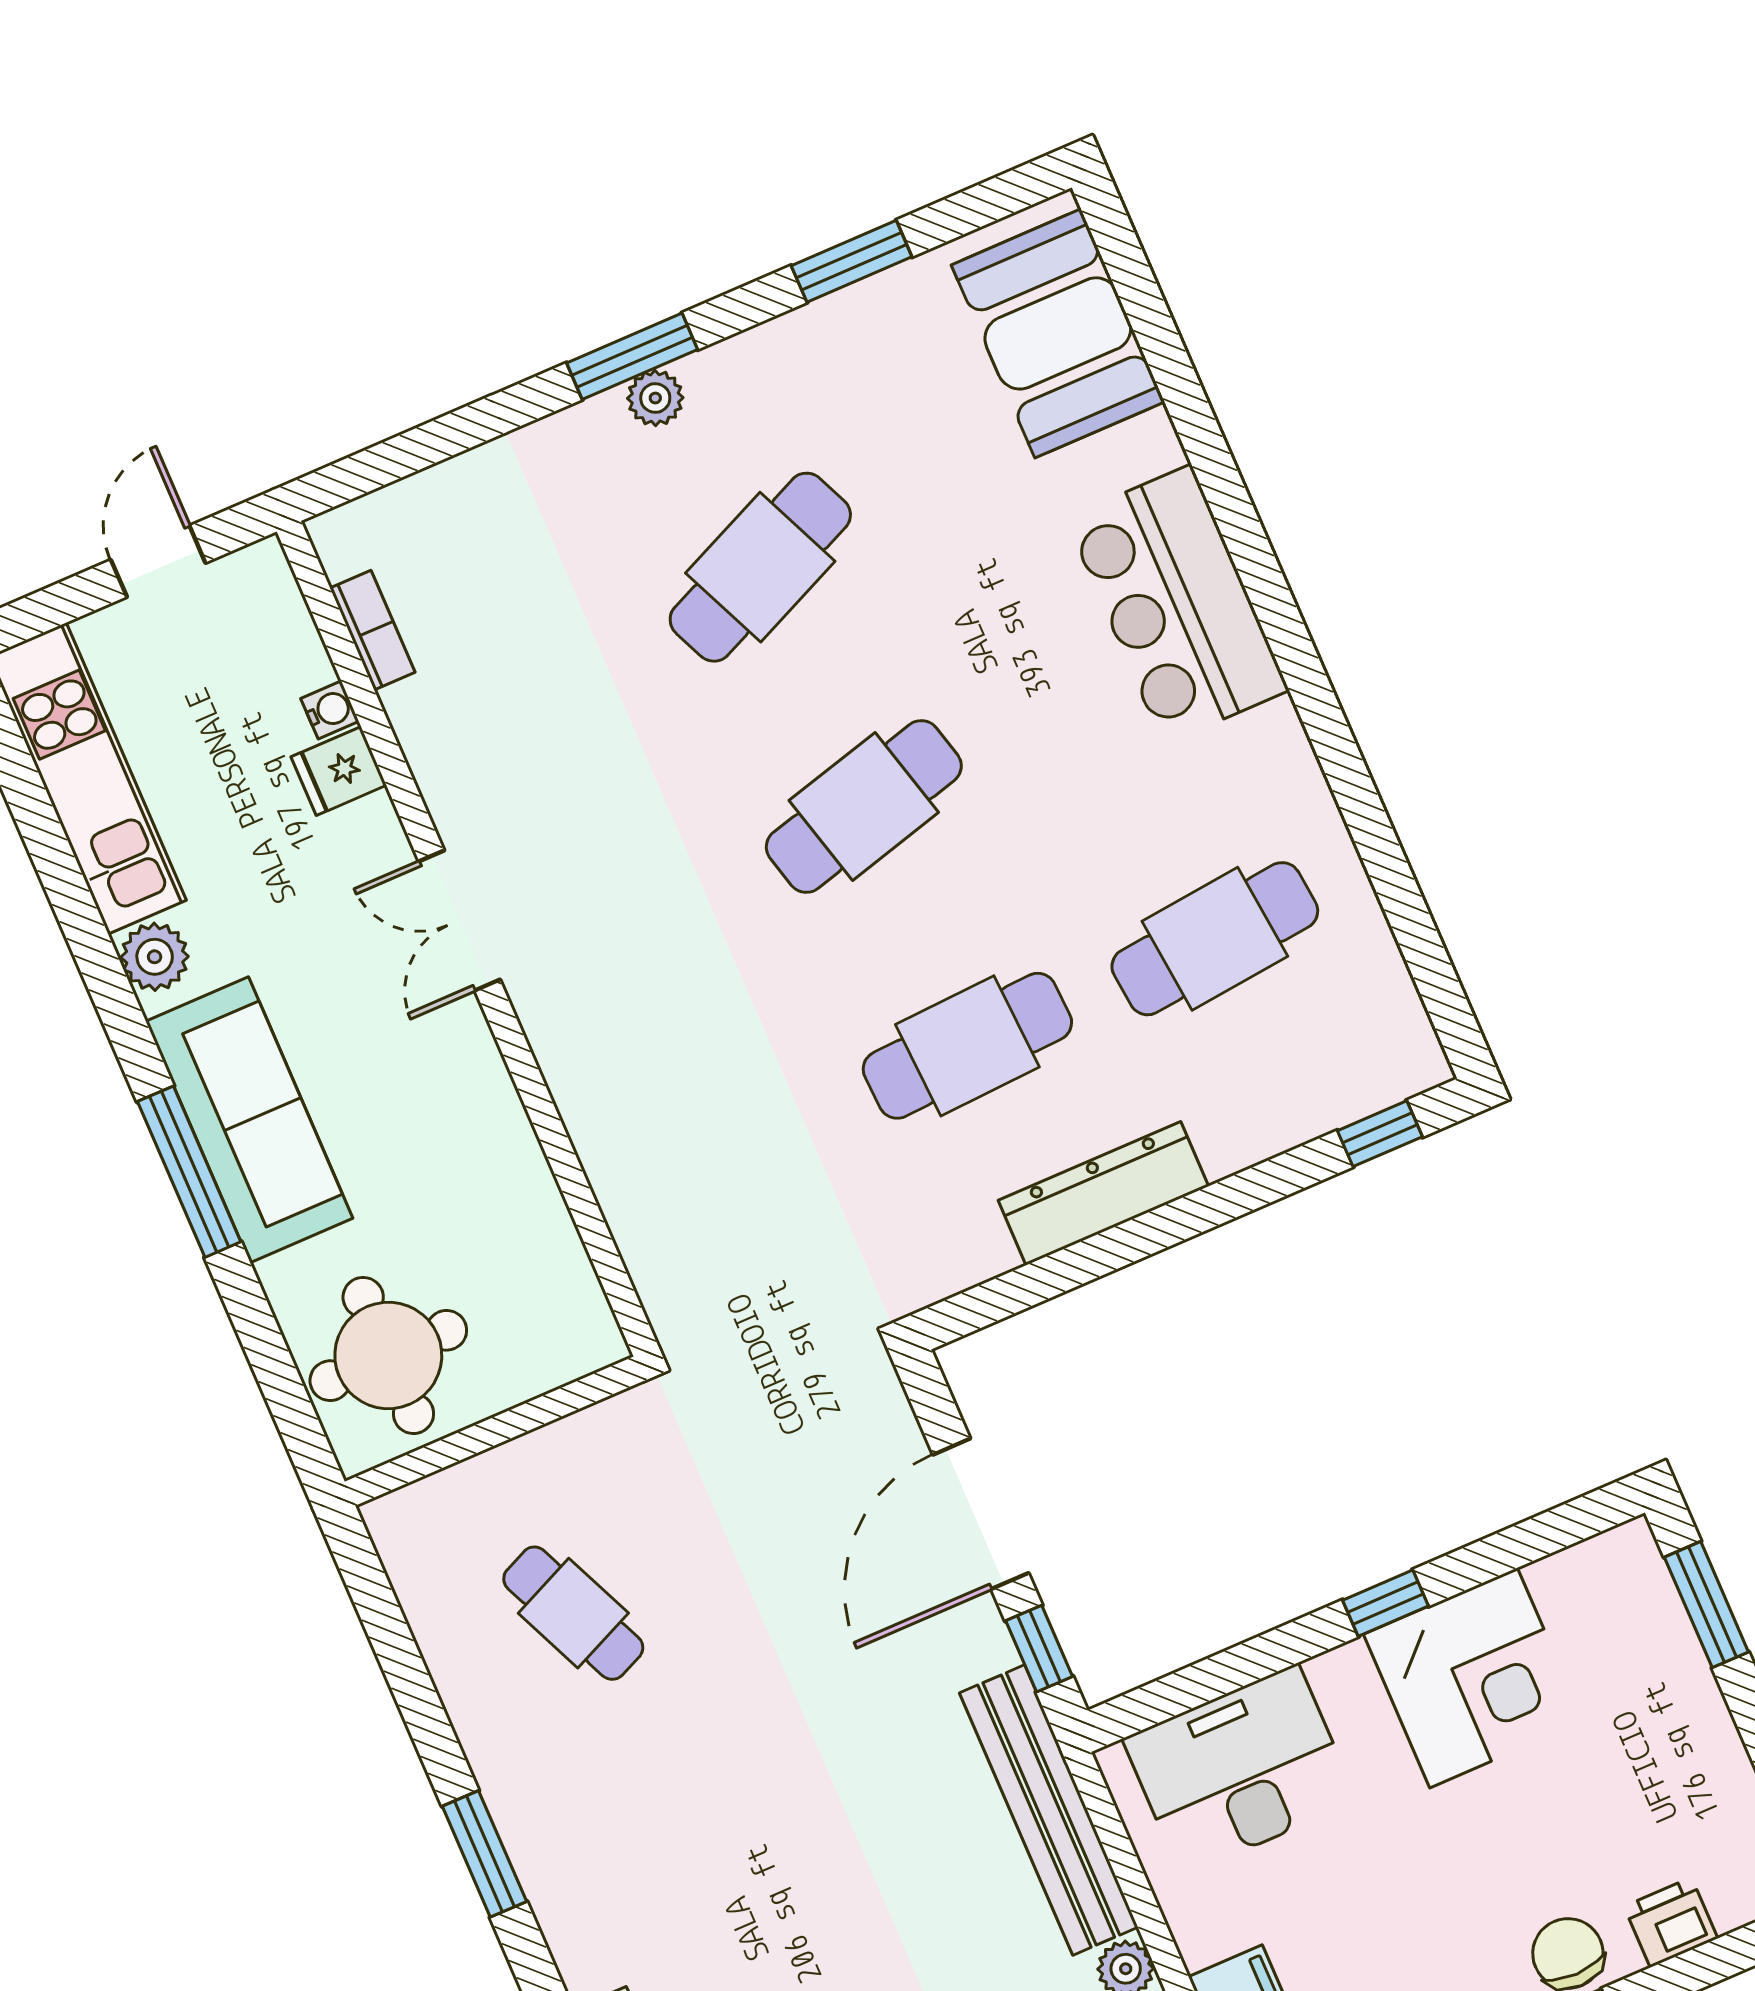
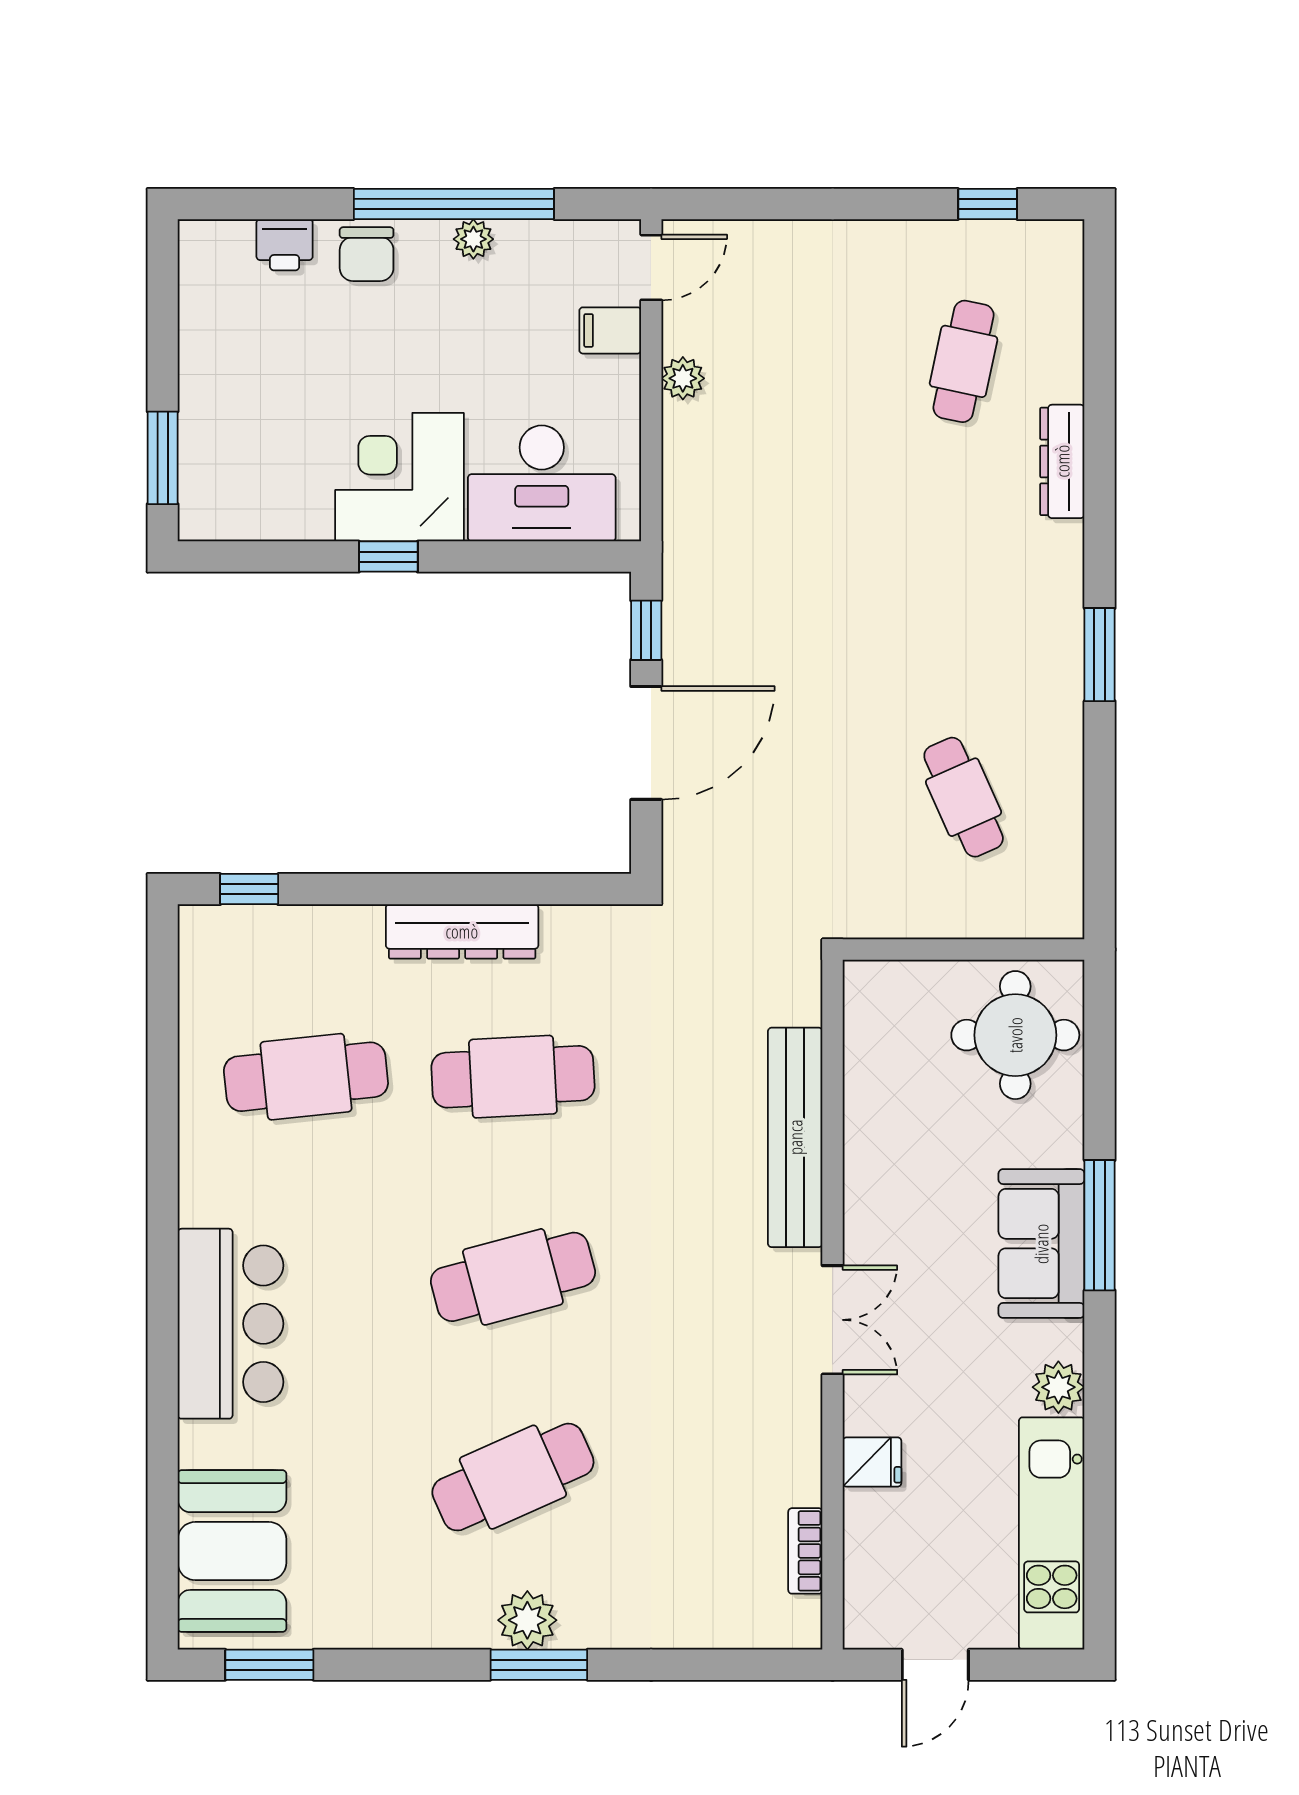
window: (852, 261) -> (269, 1665), moved
plant: (655, 398) -> (527, 1620), width x1.38, depth x1.38
water cooler: (330, 710) -> (860, 1508), removed
sofa: (249, 1120) -> (1041, 1244), width x0.73
corner desk: (1474, 1678) -> (399, 477), moved
bench: (1049, 1810) -> (795, 1137), moved

